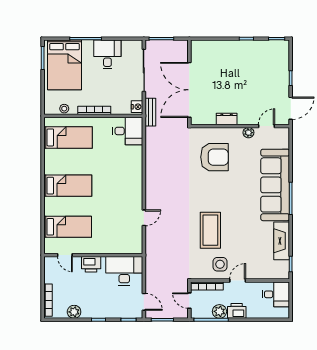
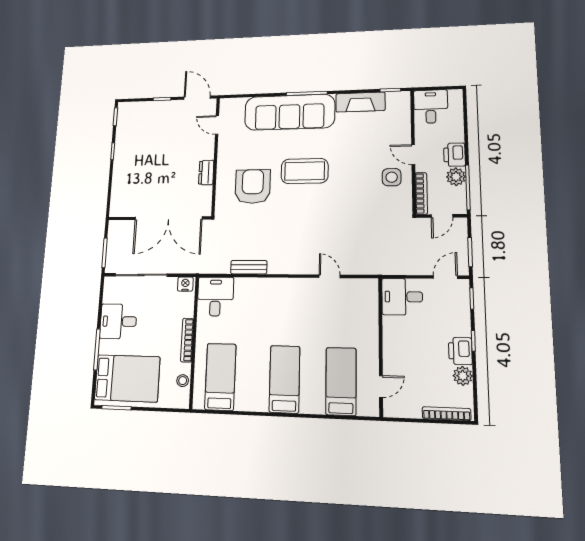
bench: (150, 112) -> (249, 267), moved
plant: (248, 133) -> (224, 146), removed
coffee table: (210, 230) -> (305, 171), moved
printer: (91, 264) -> (460, 351), moved, turned 180
desk: (124, 271) -> (402, 297), width x0.73

